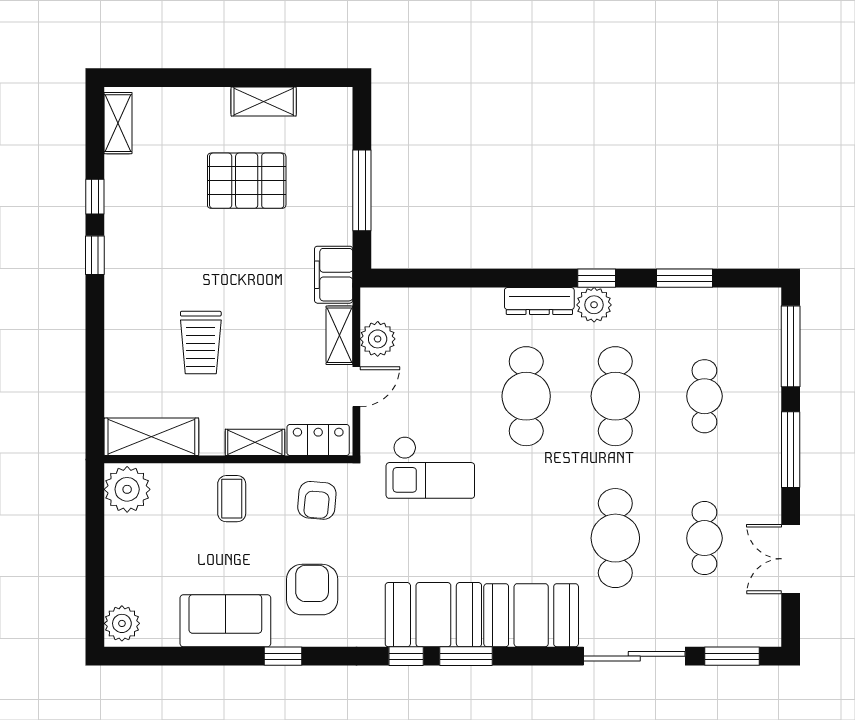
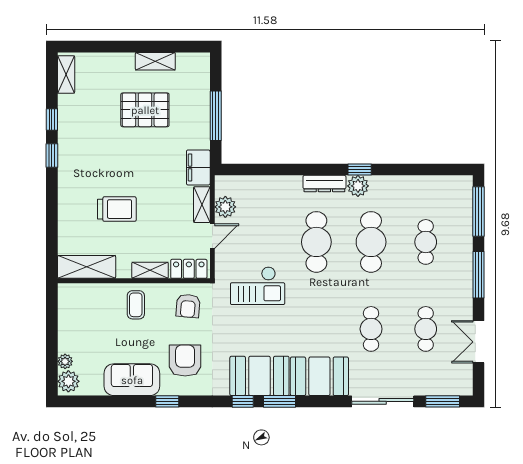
window: (684, 278) -> (413, 170), removed
trolley: (201, 343) -> (117, 209), turned -90
plant: (127, 489) -> (65, 361), moved, width x0.53, depth x0.53
cafe table: (615, 538) -> (371, 329), width x0.73, depth x0.74

